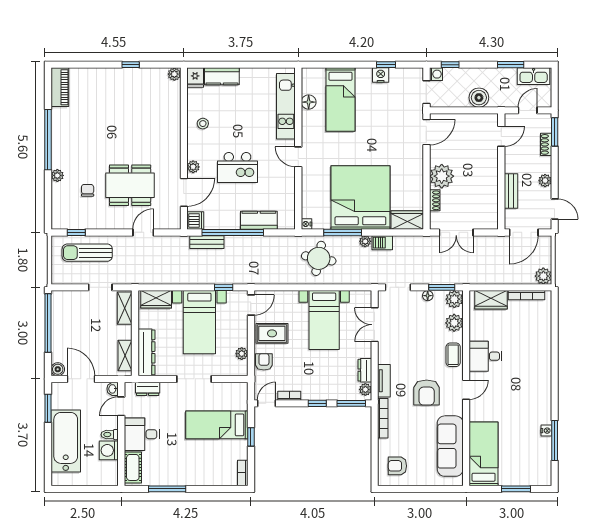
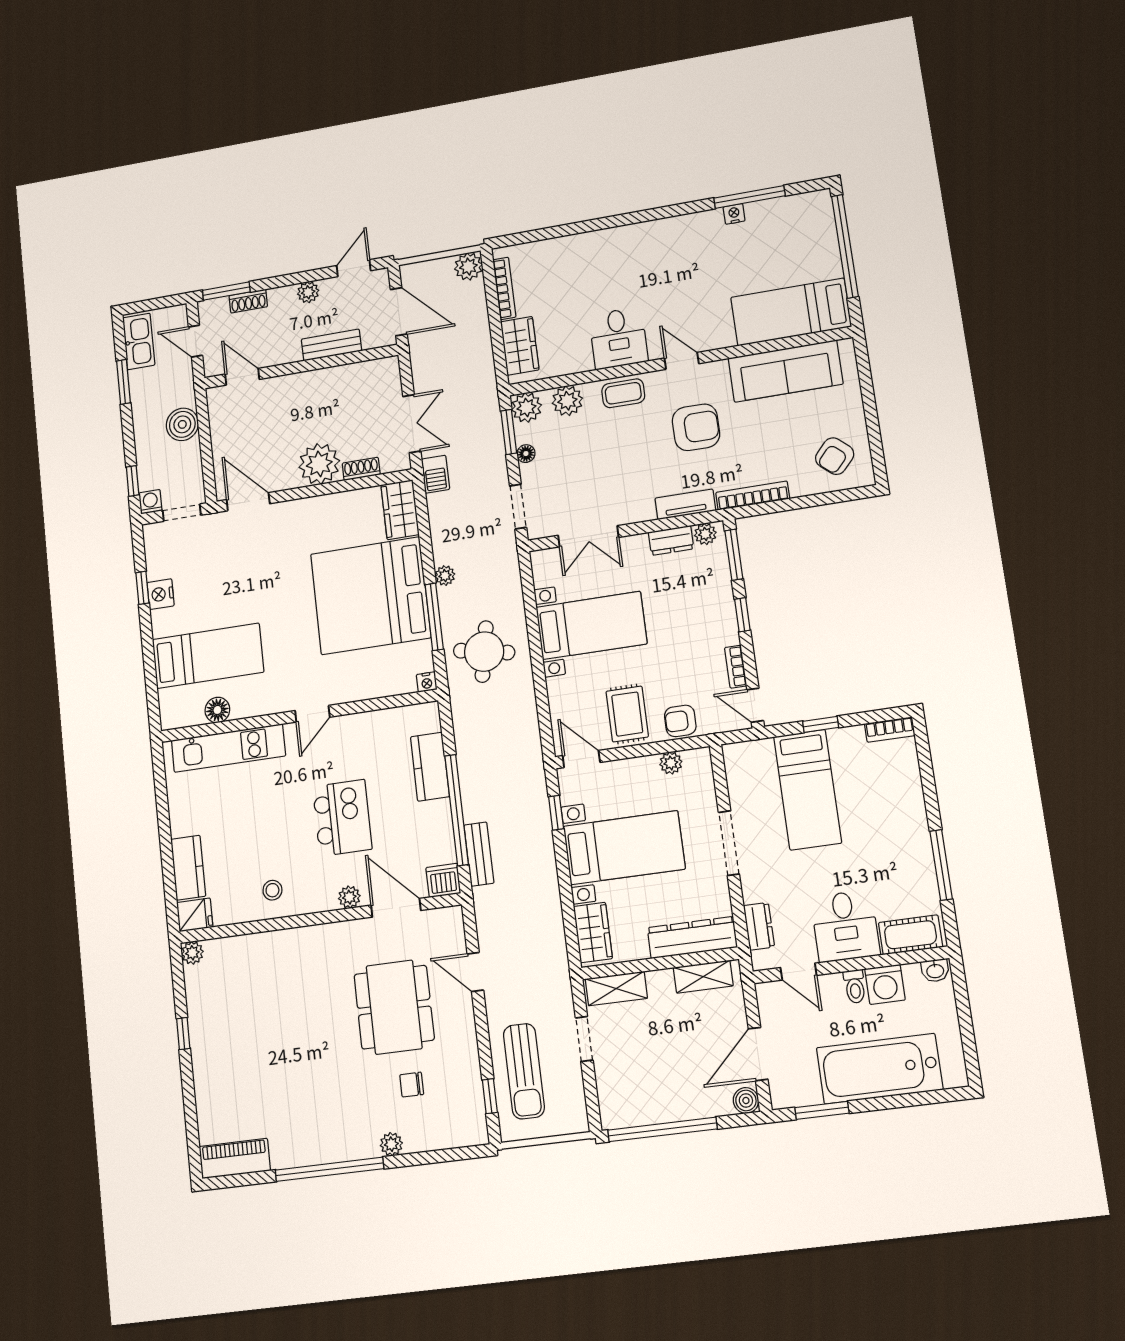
barbecue: (382, 243) -> (435, 474), moved
washbasin: (113, 389) -> (935, 971), moved
armchair: (397, 466) -> (835, 456), turned 42
window: (516, 489) -> (845, 246), width x2.11

